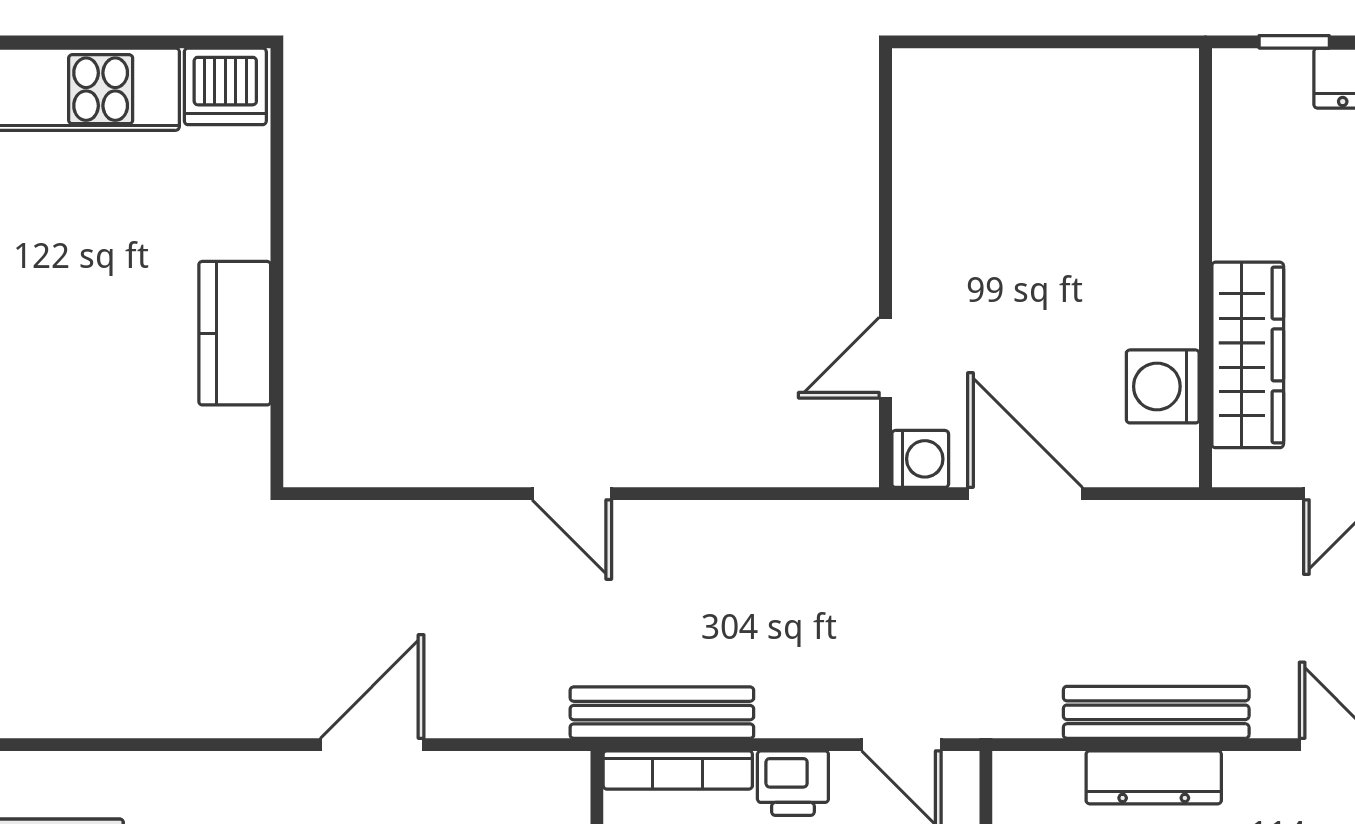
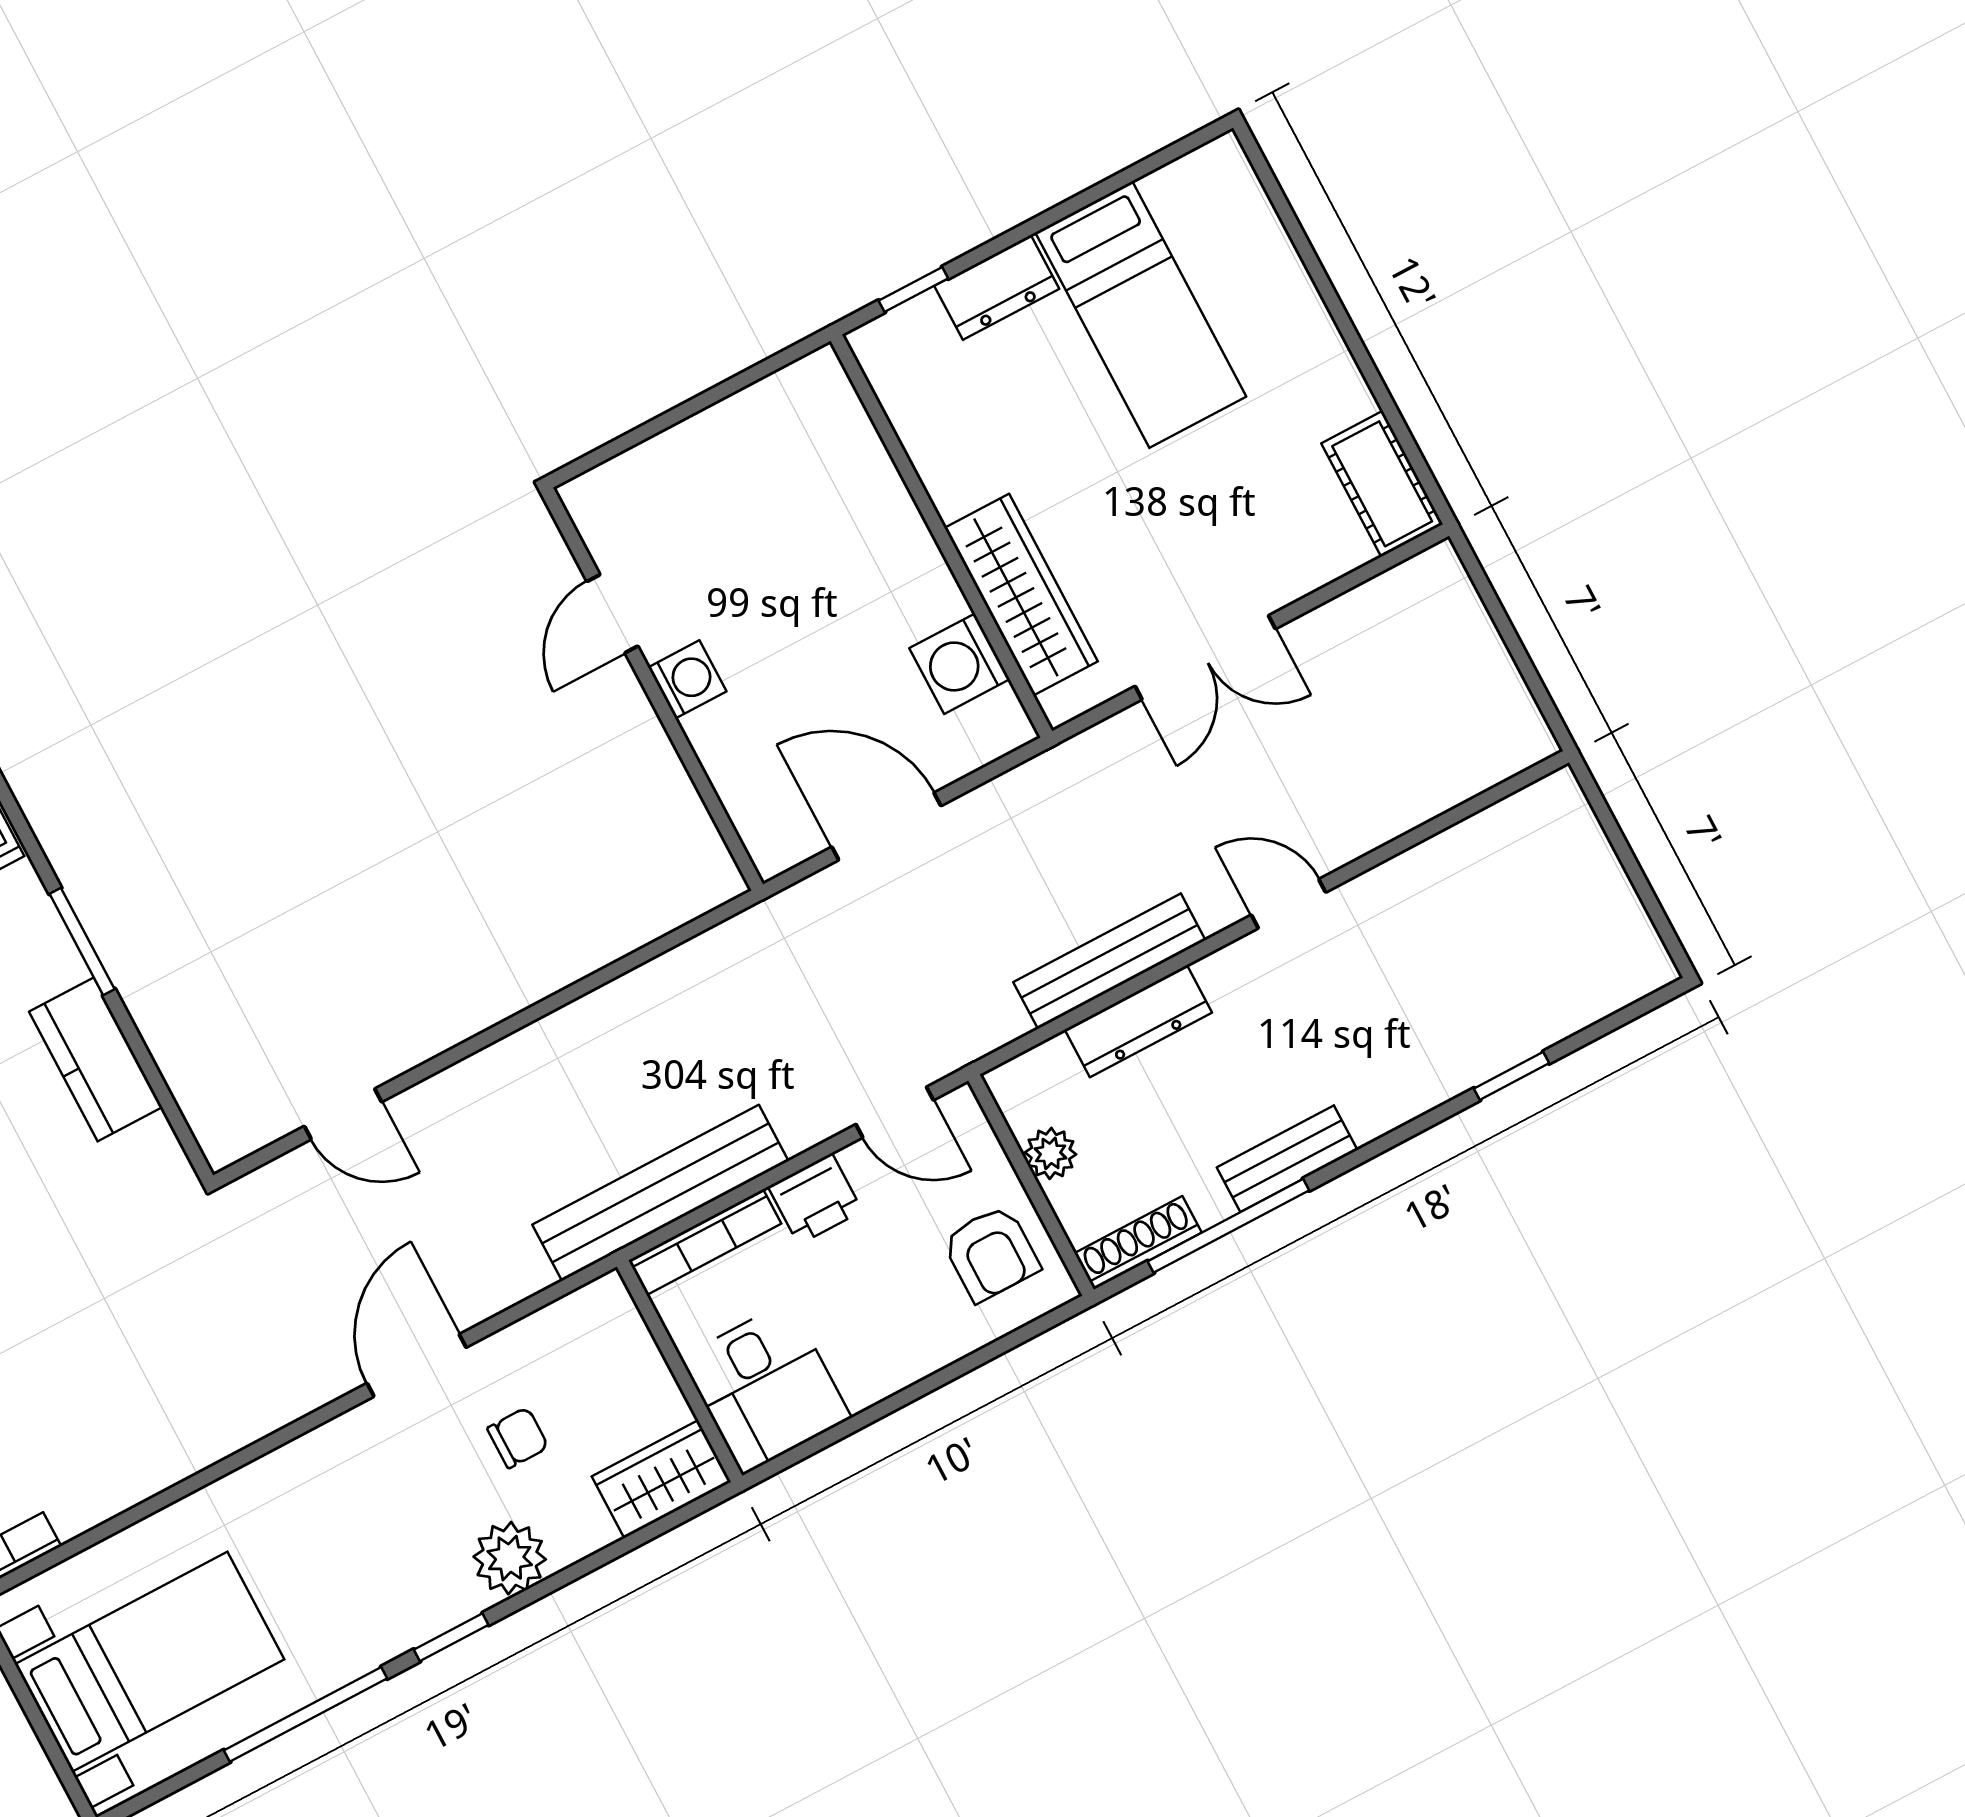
window: (277, 225) -> (82, 941), added
door: (885, 358) -> (612, 614), moved
washing machine: (920, 459) -> (687, 679), moved
door: (572, 494) -> (343, 1114), moved
bench: (662, 713) -> (660, 1193), width x1.37, depth x1.21

